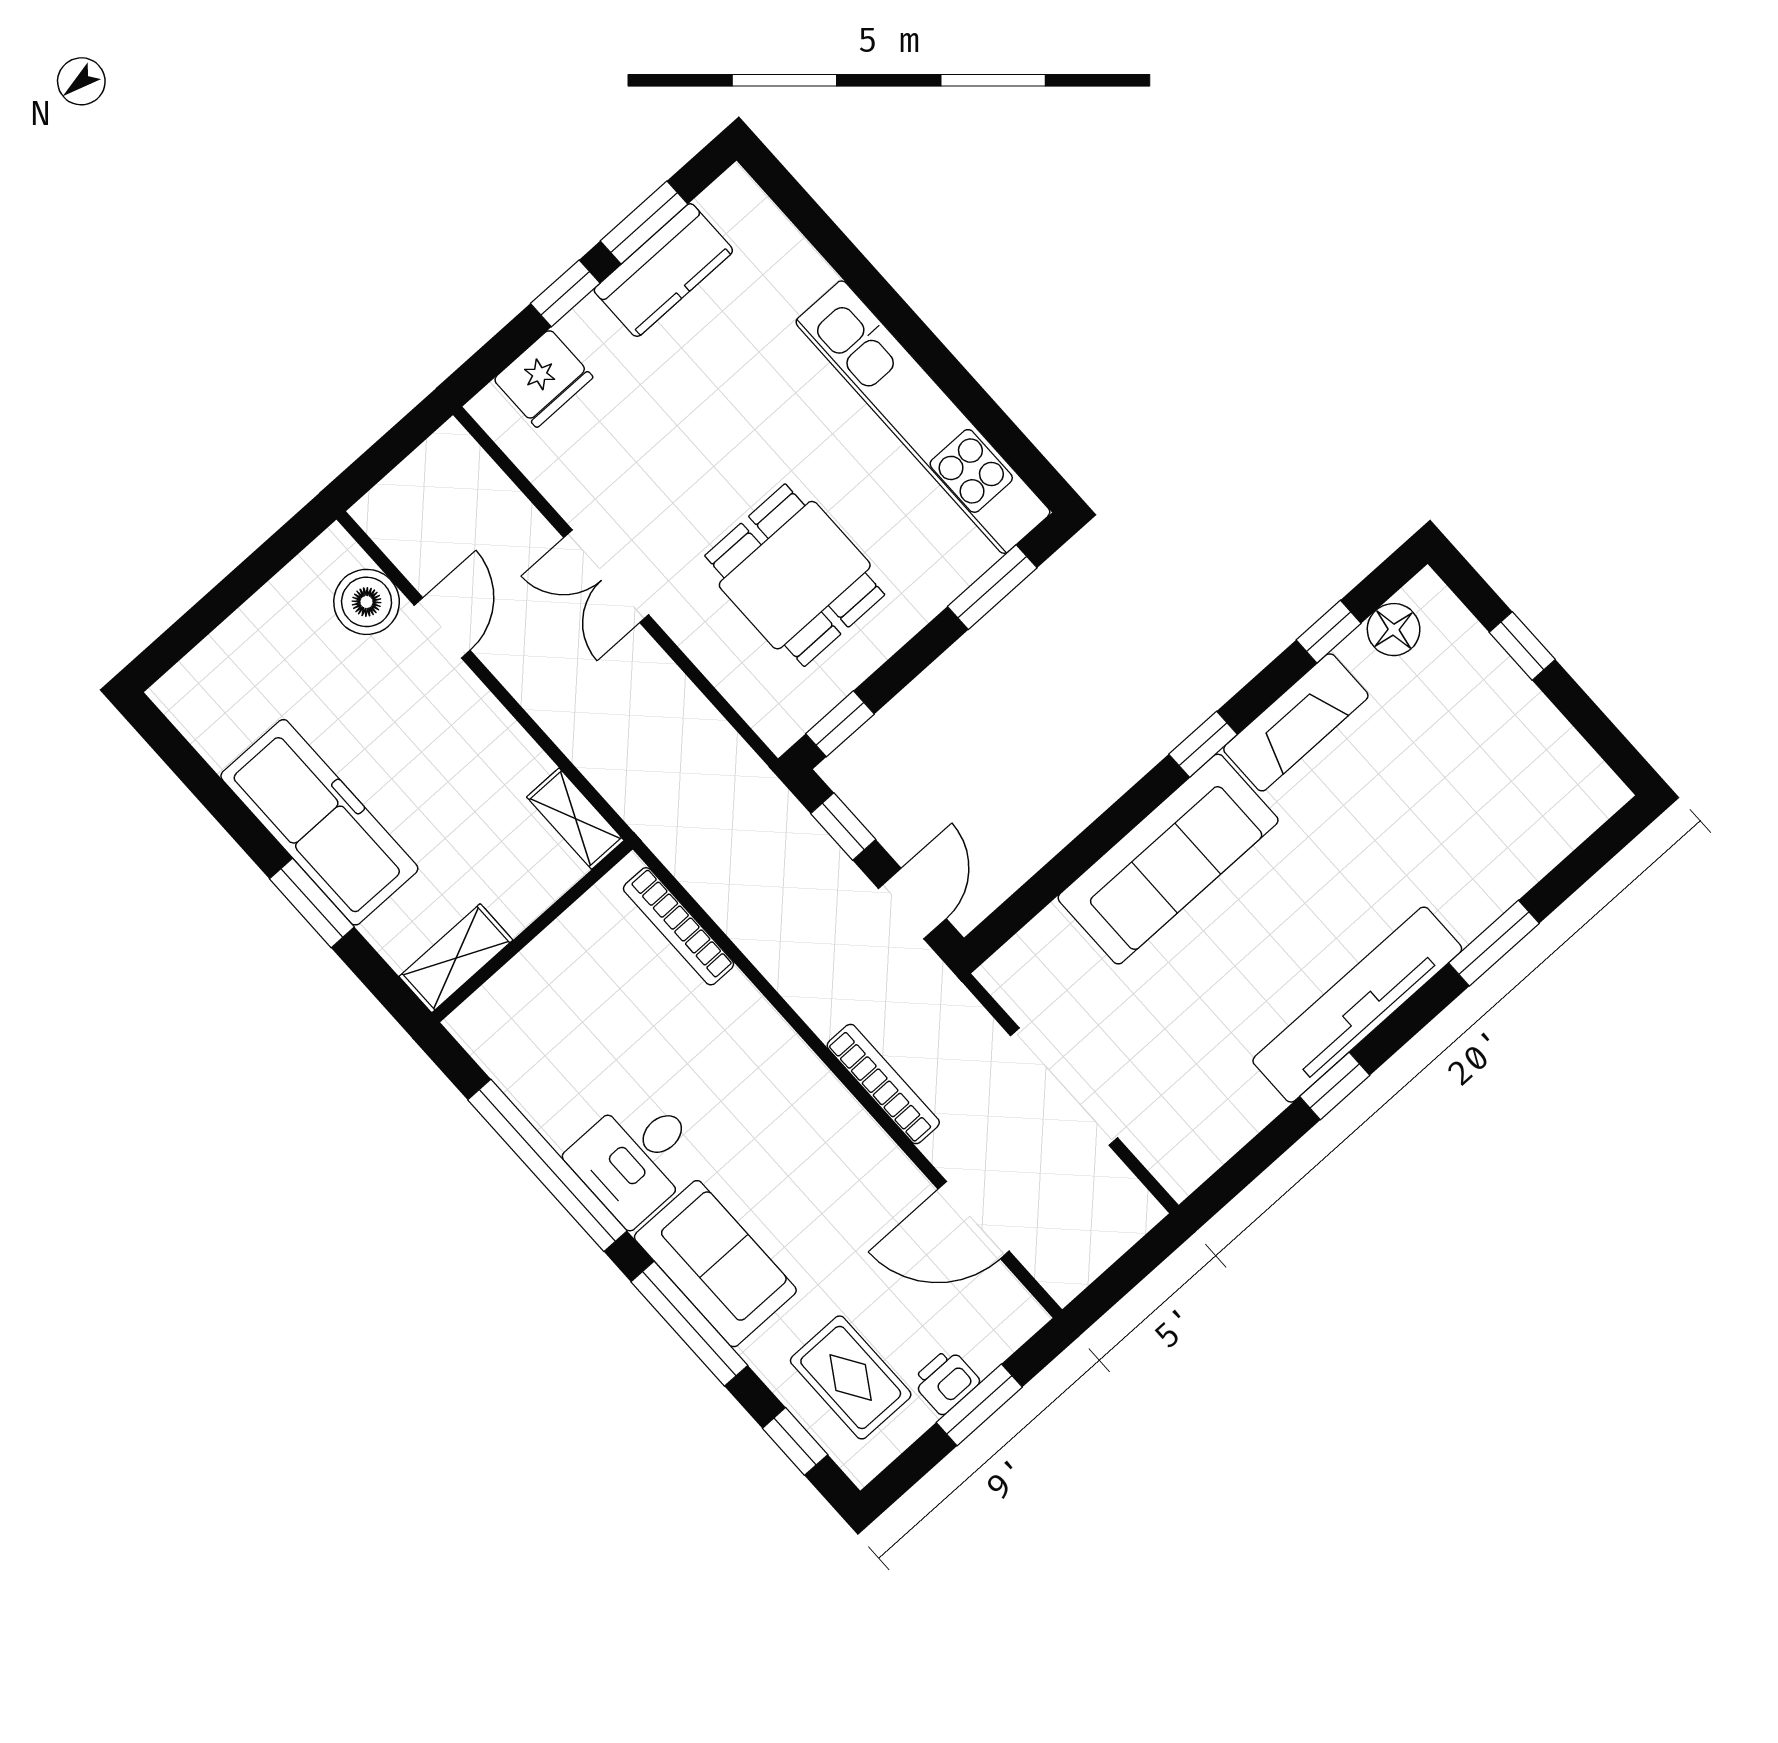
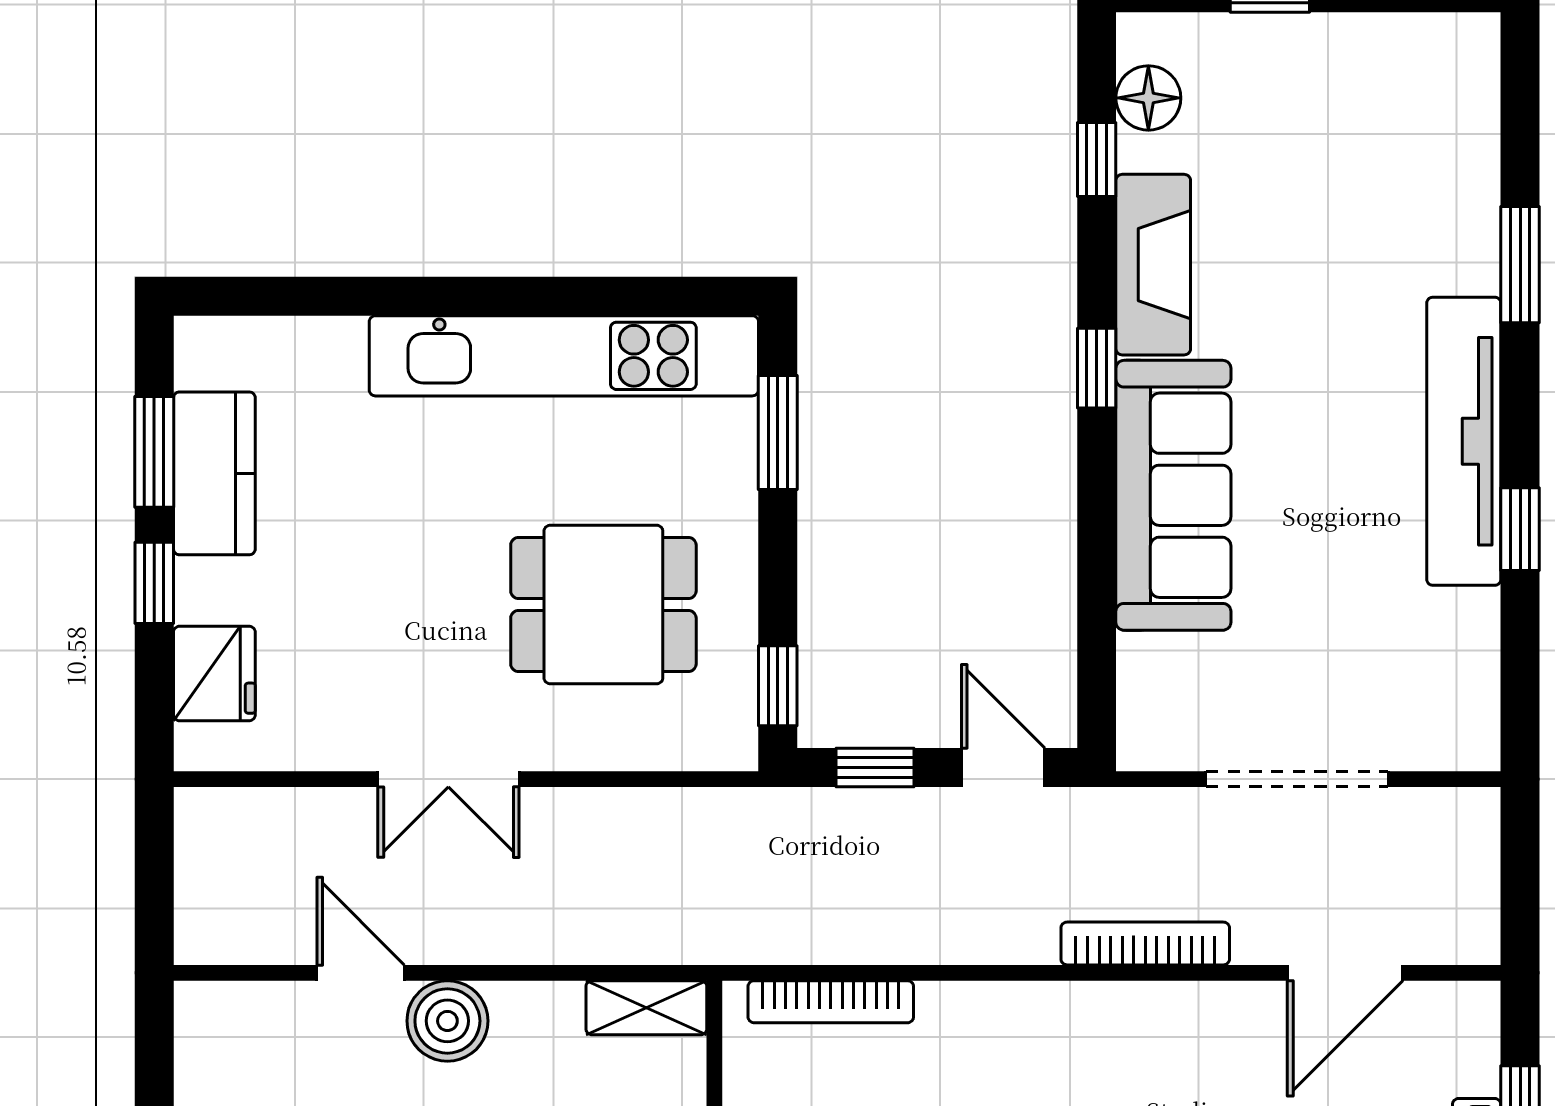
boiler: (367, 602) -> (447, 1021), moved

